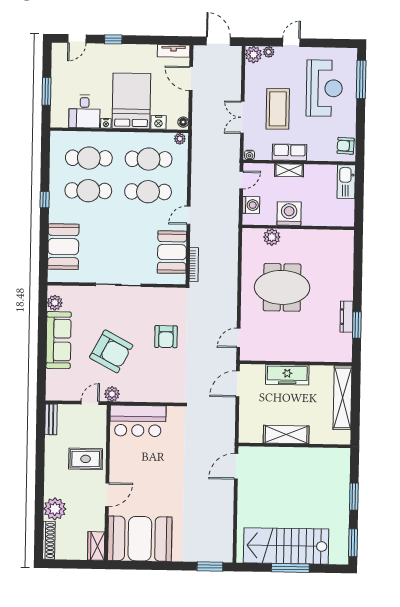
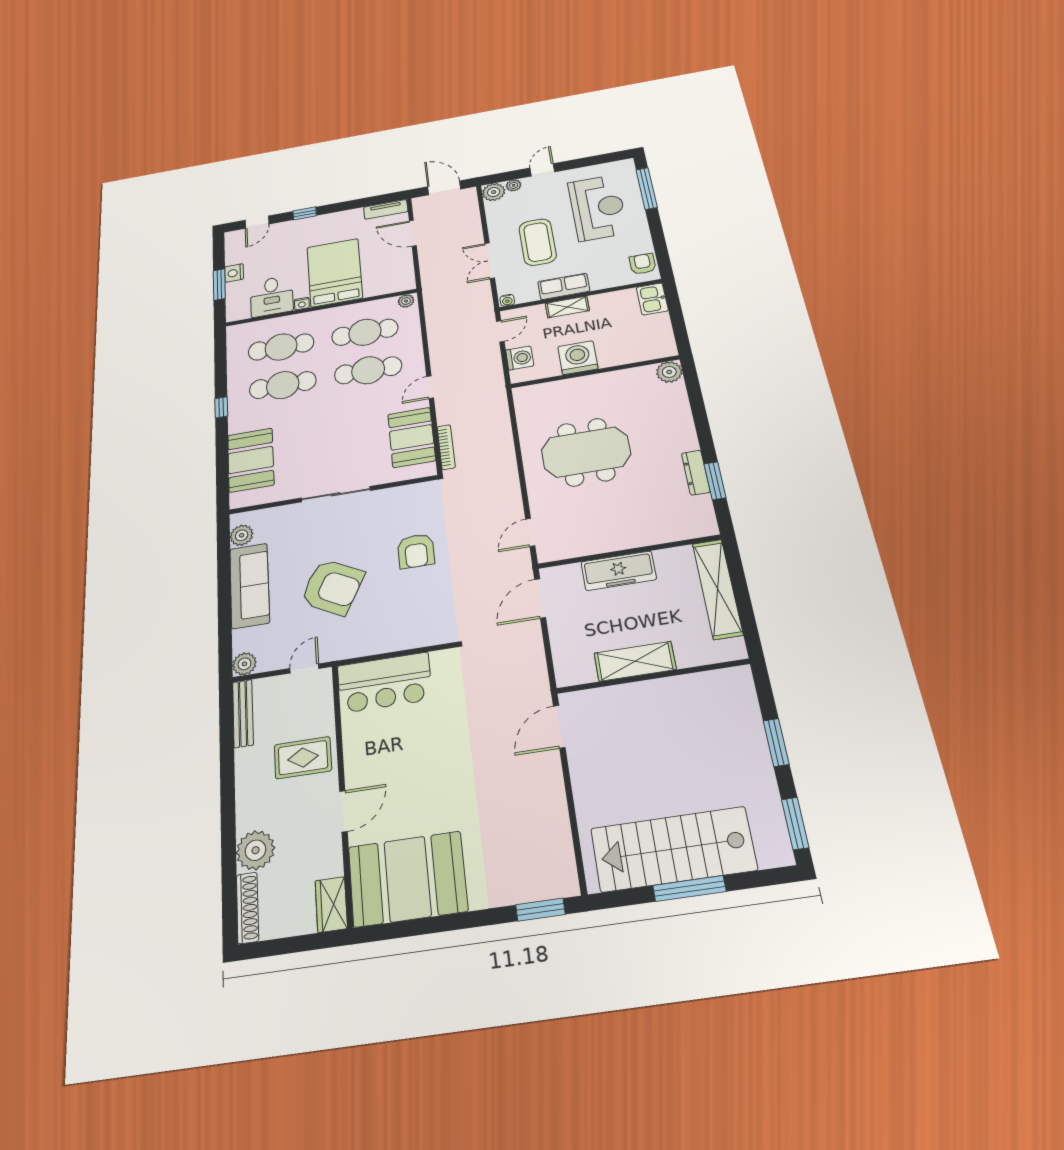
nightstand: (158, 122) -> (234, 273), moved, turned 90
floor lamp: (183, 122) -> (408, 282), removed
armchair: (346, 146) -> (643, 264), turned 87
kitchen sink: (346, 182) -> (652, 299), width x0.73
plant: (272, 237) -> (669, 372), moved
plant: (112, 394) -> (244, 664), moved
bench: (51, 419) -> (243, 713), width x1.36

